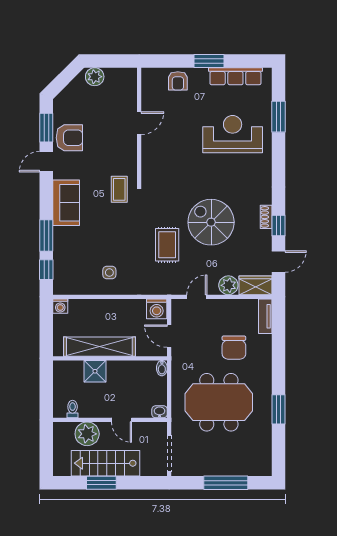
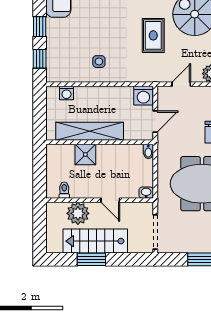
window: (46, 235) -> (40, 27), width x0.67
washing machine: (60, 306) -> (66, 93), moved
door: (169, 336) -> (155, 122), swing flipped

